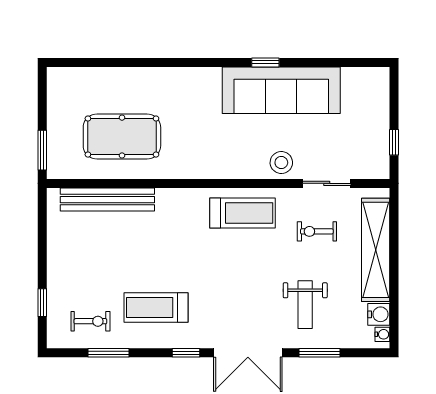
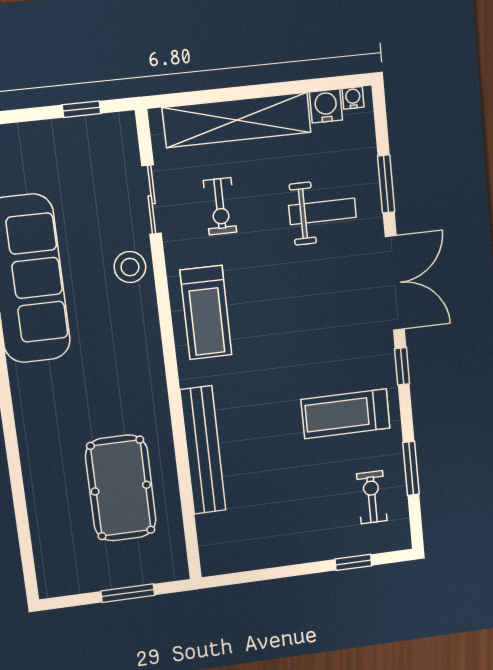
window: (42, 150) -> (128, 593), moved
bench: (107, 200) -> (203, 450), moved
treadmill: (243, 213) -> (206, 313), turned 180
treadmill: (156, 307) -> (346, 414), turned 90

